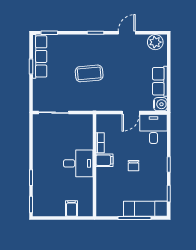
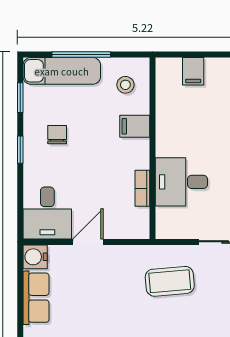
coffee table: (89, 73) -> (170, 281), moved
filing cabinet: (104, 160) -> (135, 126), moved
desk: (78, 163) -> (181, 182), moved
chair: (133, 166) -> (57, 135), moved
stool: (110, 201) -> (125, 85), added

